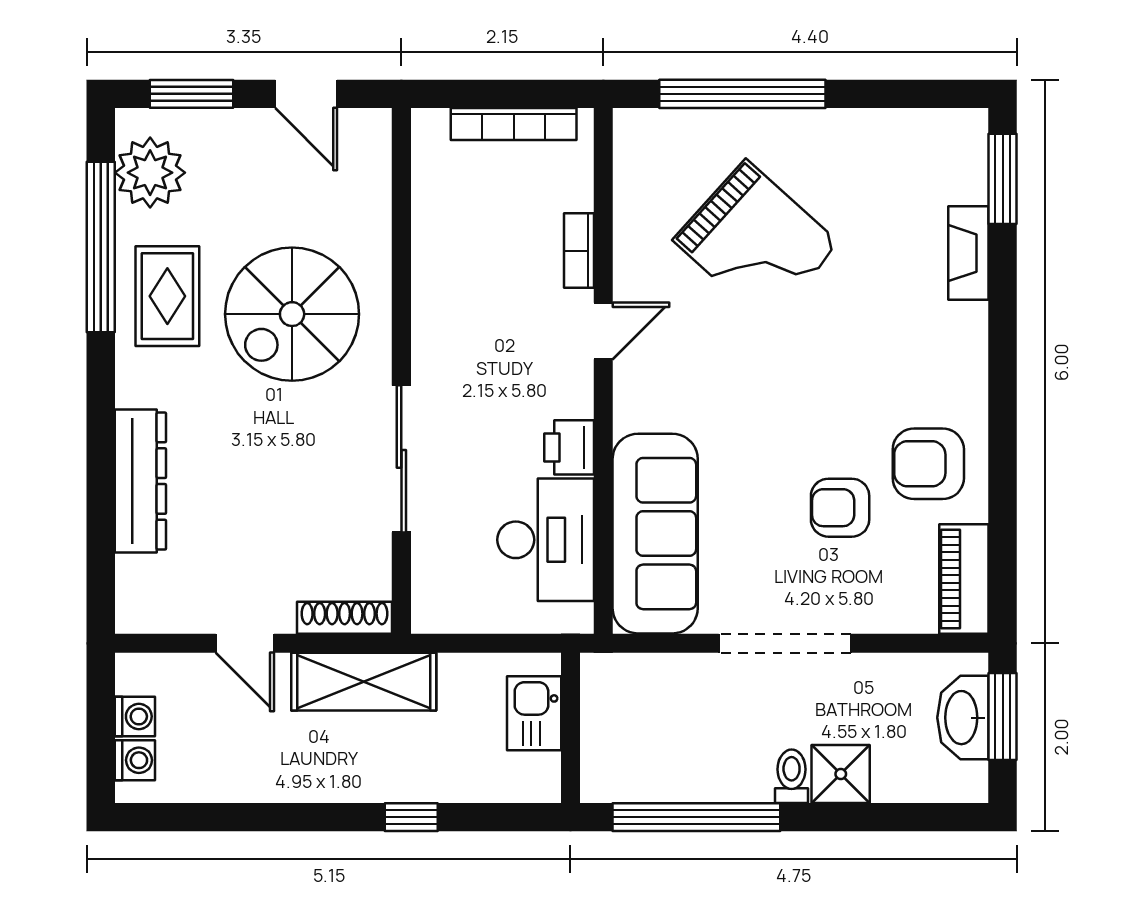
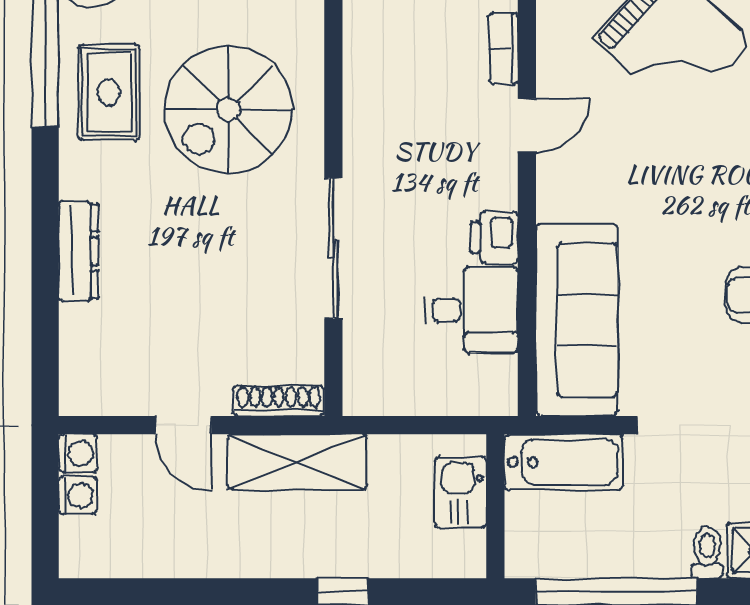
dresser: (140, 481) -> (78, 251), width x0.73, depth x0.80
desk: (546, 540) -> (472, 310), width x0.73
bathtub: (642, 682) -> (564, 462), added
washing machine: (135, 760) -> (78, 453), moved

